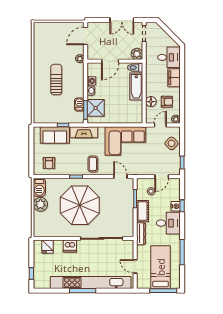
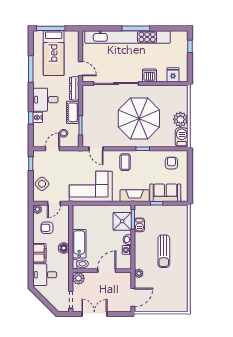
floor lamp: (151, 102) -> (64, 248), moved
door: (135, 266) -> (80, 69), moved

